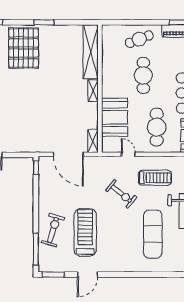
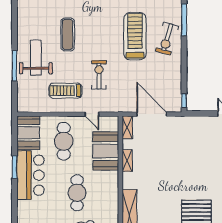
shelving: (93, 91) -> (127, 161), moved
exercise bike: (121, 194) -> (99, 75), turned 51
treadmill: (85, 232) -> (135, 36), turned 180
exercise mat: (153, 234) -> (68, 34), width x0.73, depth x0.69

